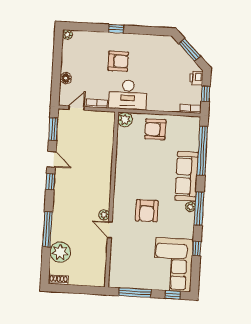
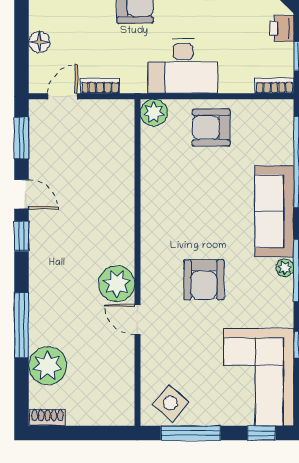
desk: (128, 95) -> (183, 66), moved
plant: (104, 215) -> (117, 284), width x1.87, depth x1.87
side table: (125, 276) -> (170, 403), added

